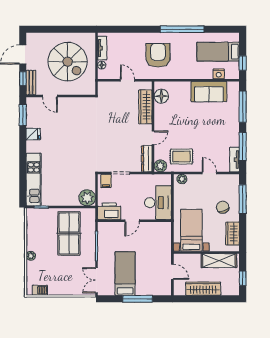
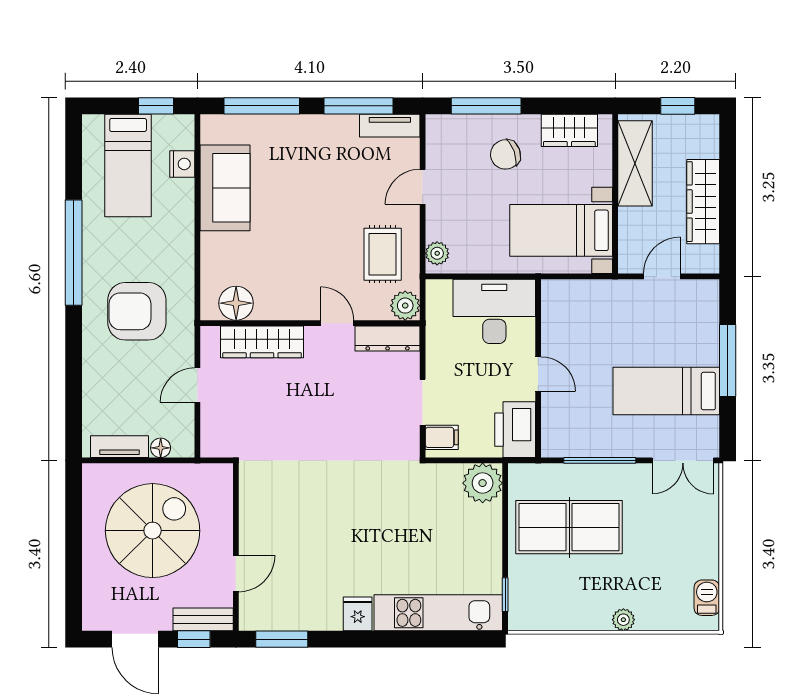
fridge: (33, 134) -> (358, 614), moved

